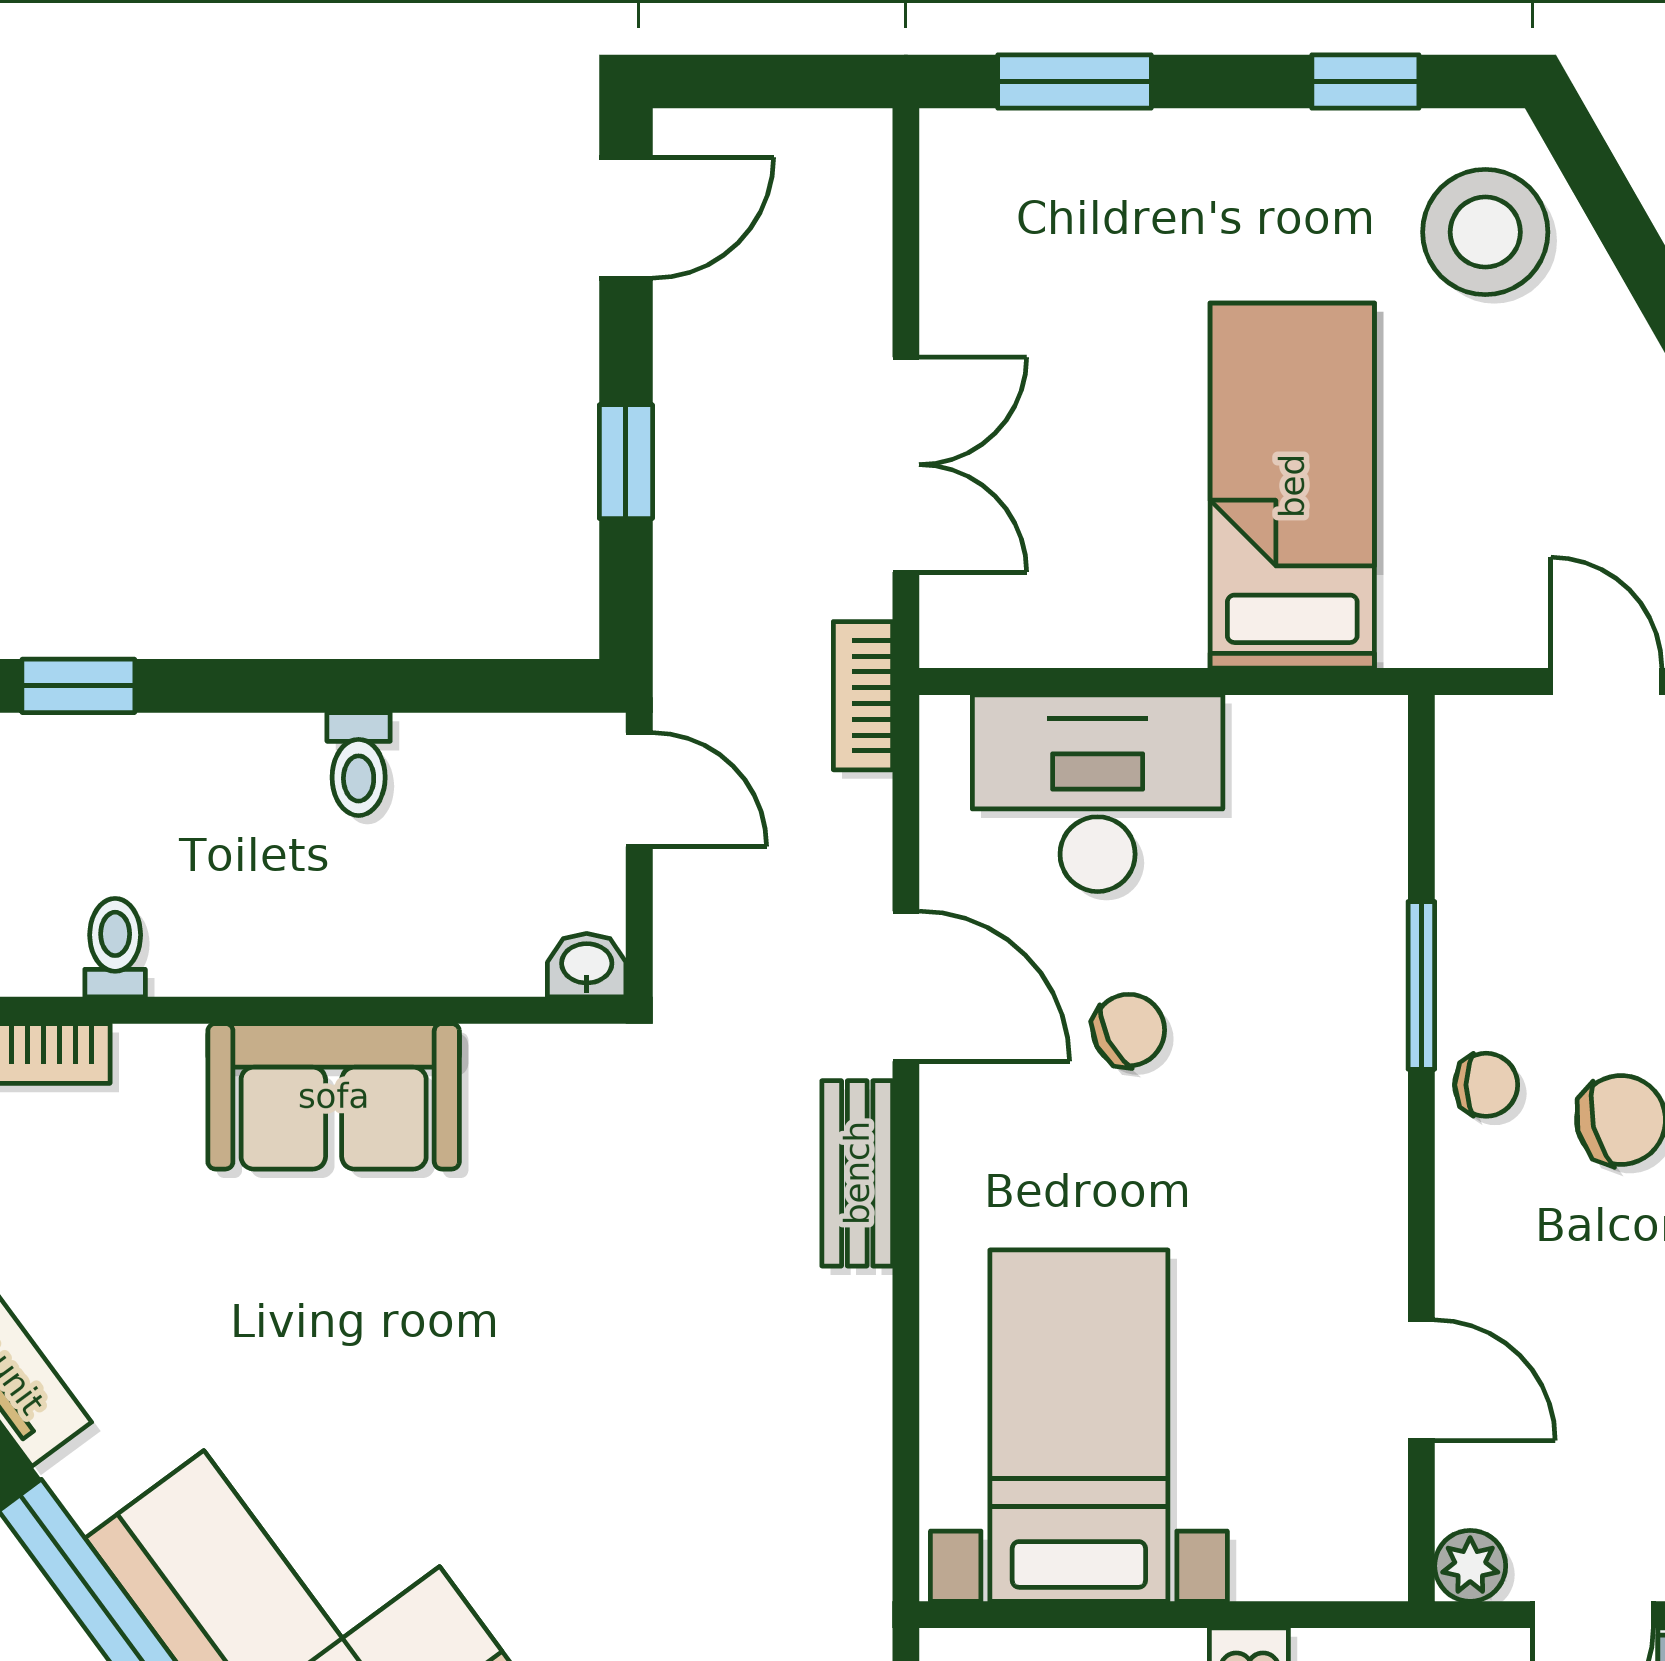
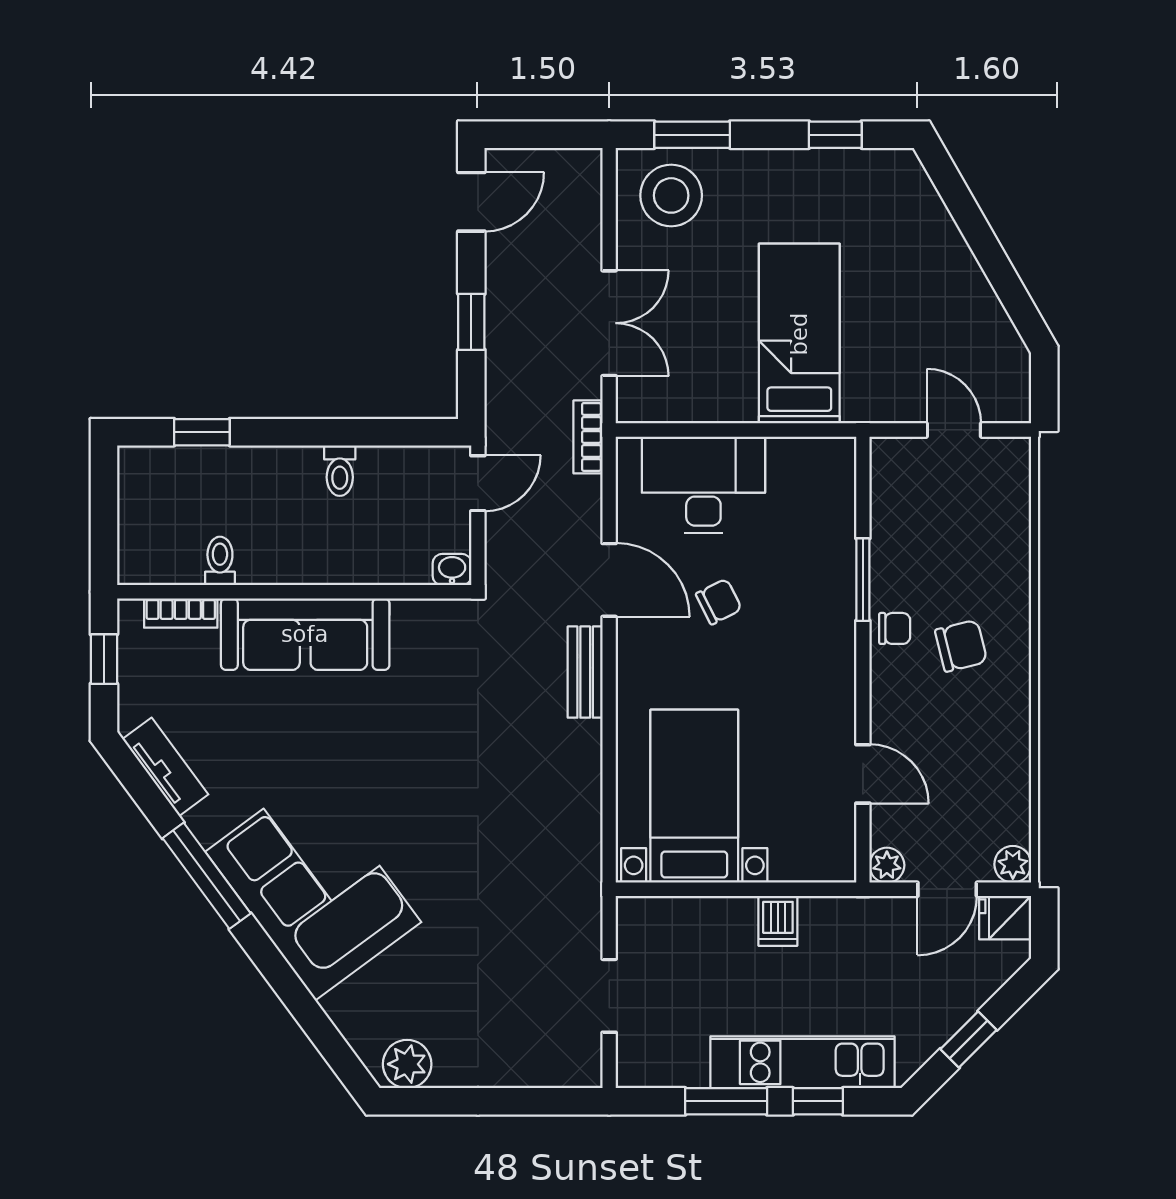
stool: (1485, 232) -> (671, 195), moved
door: (639, 790) -> (478, 483), hinge flipped
sofa: (334, 1096) -> (305, 634), width x1.36

